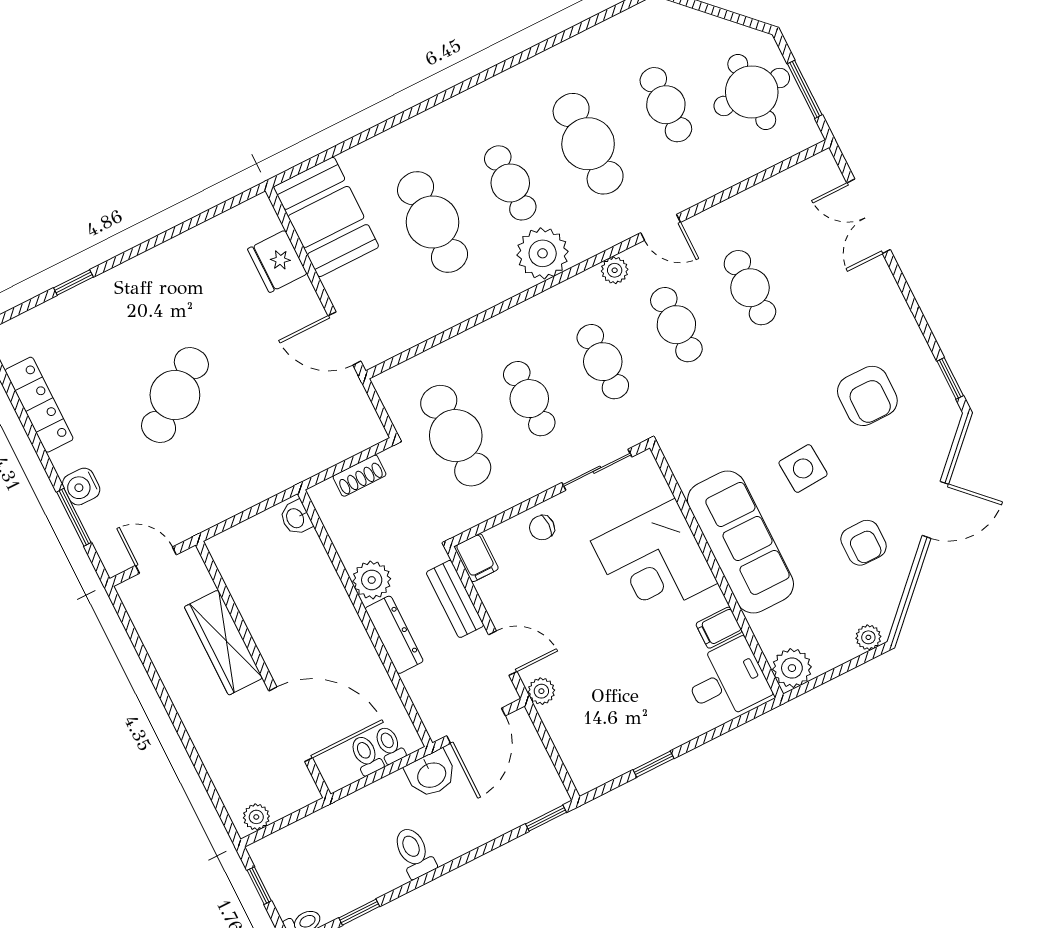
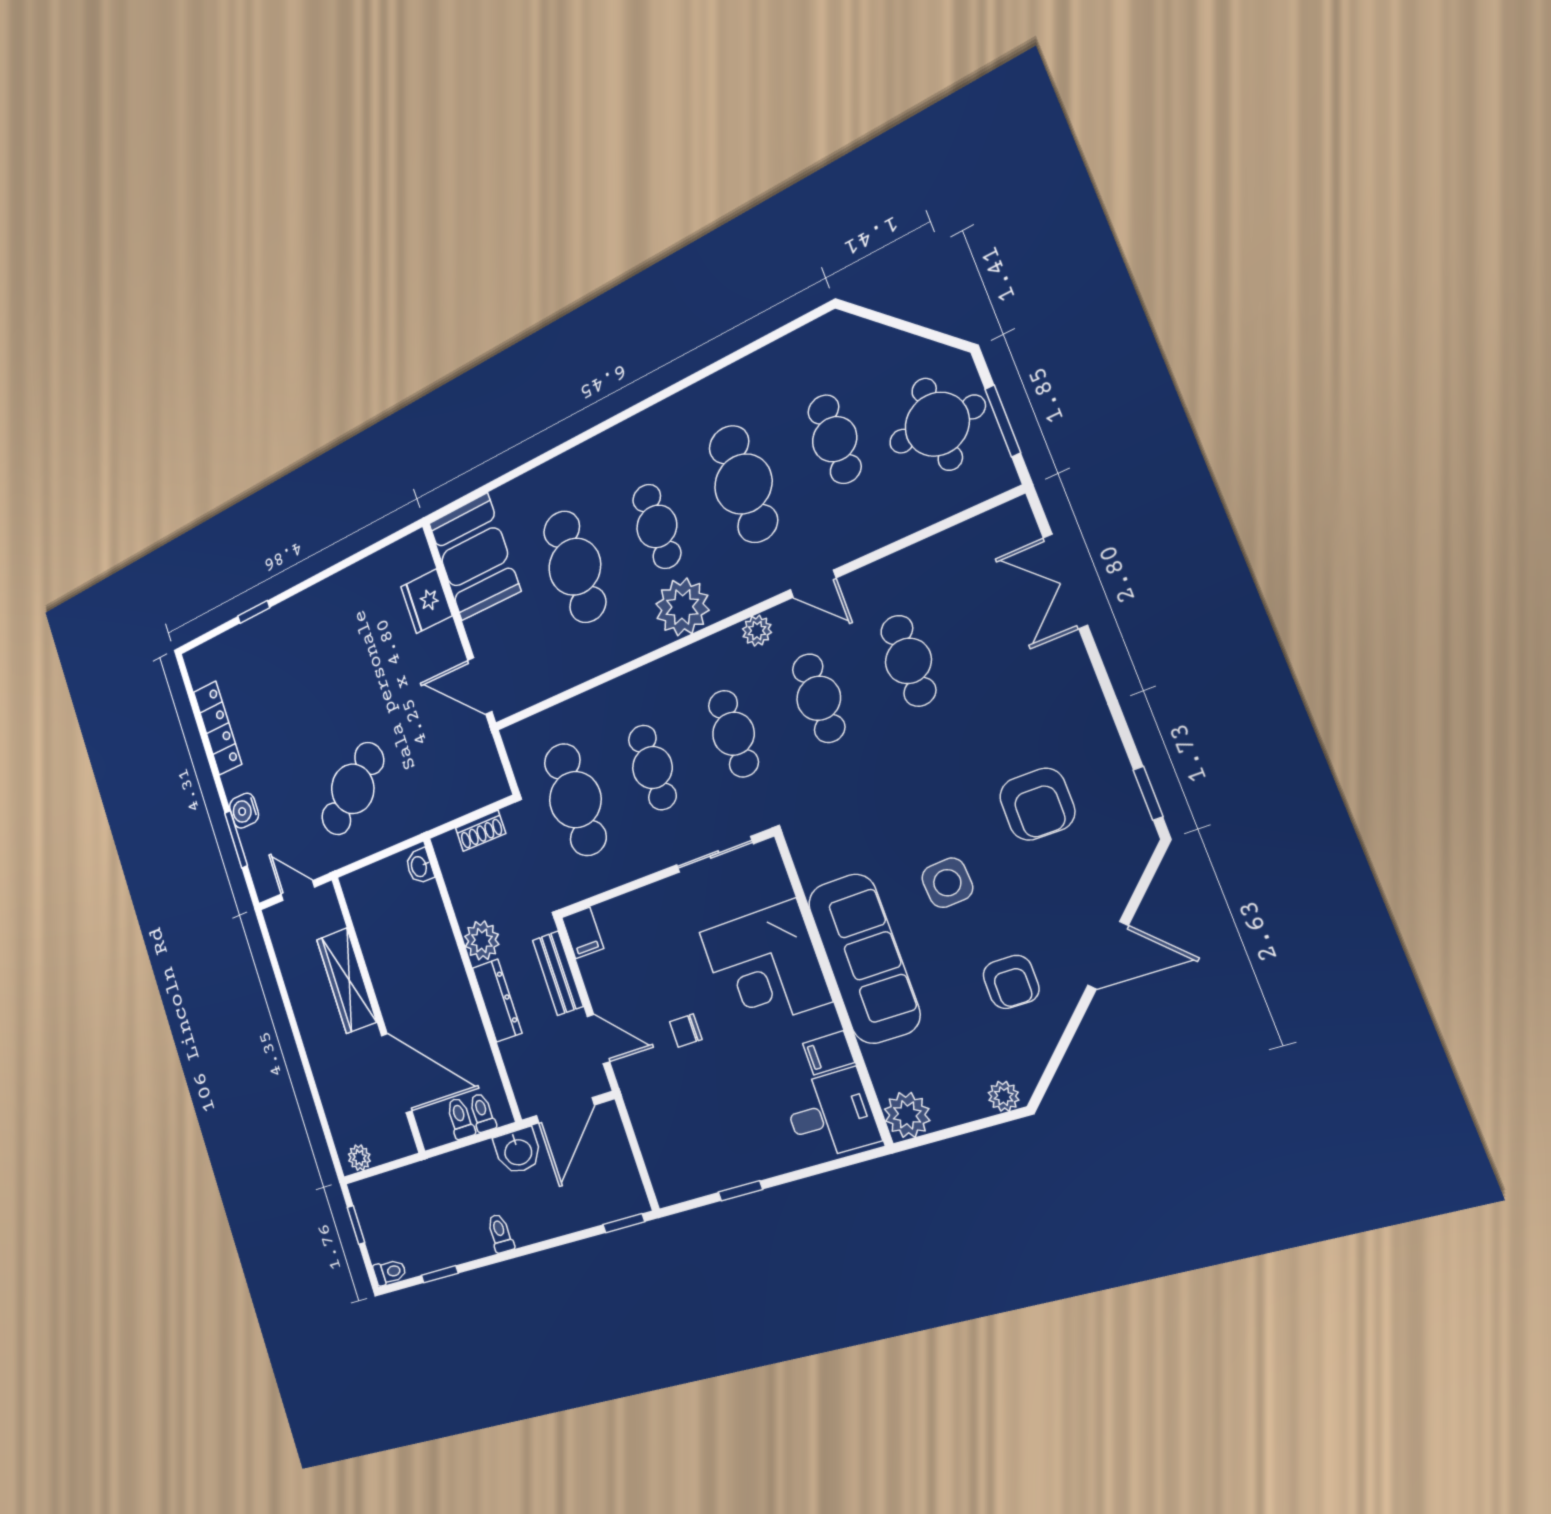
cafe table: (175, 395) -> (353, 789), moved
chair: (542, 528) -> (686, 1031), moved
plant: (541, 691) -> (633, 1087), removed
toilet: (414, 852) -> (500, 1233), width x0.73, depth x0.72

